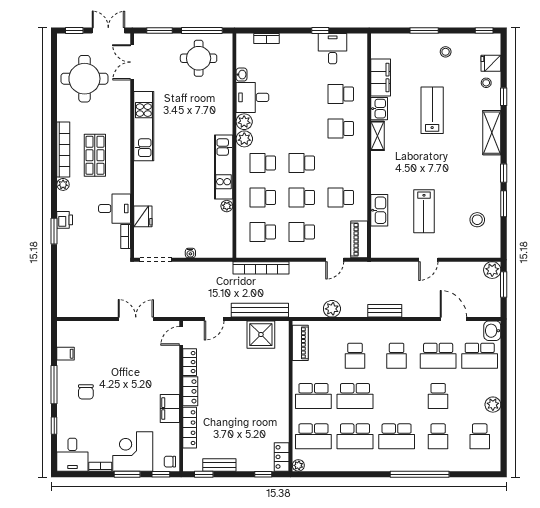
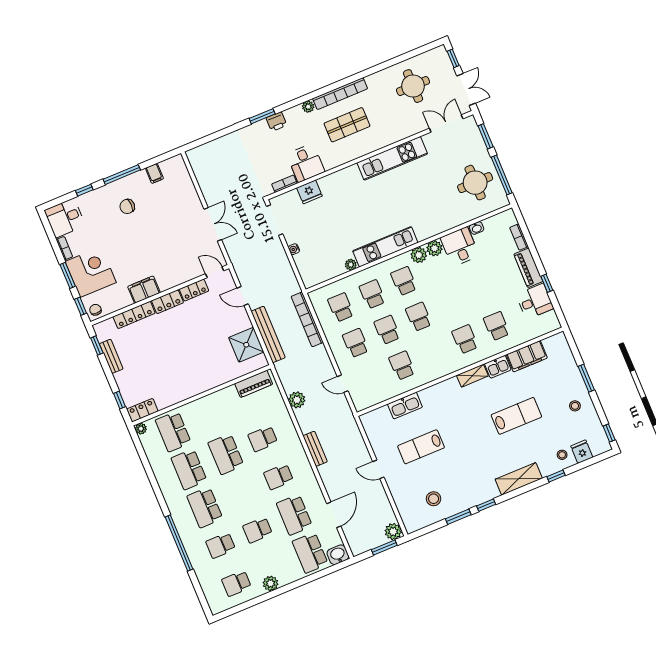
round table: (84, 79) -> (413, 86), width x0.73, depth x0.73
piano: (359, 239) -> (528, 268), moved, turned -90
school desk: (313, 396) -> (210, 416), removed

